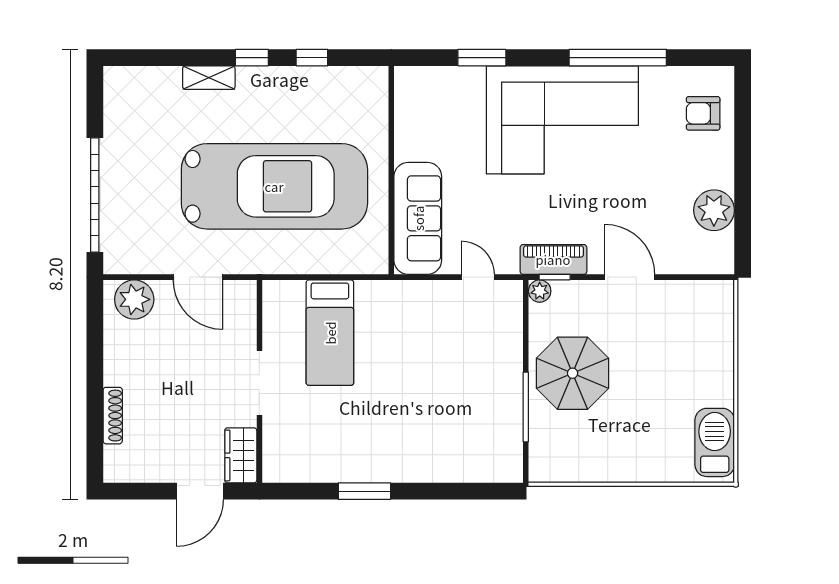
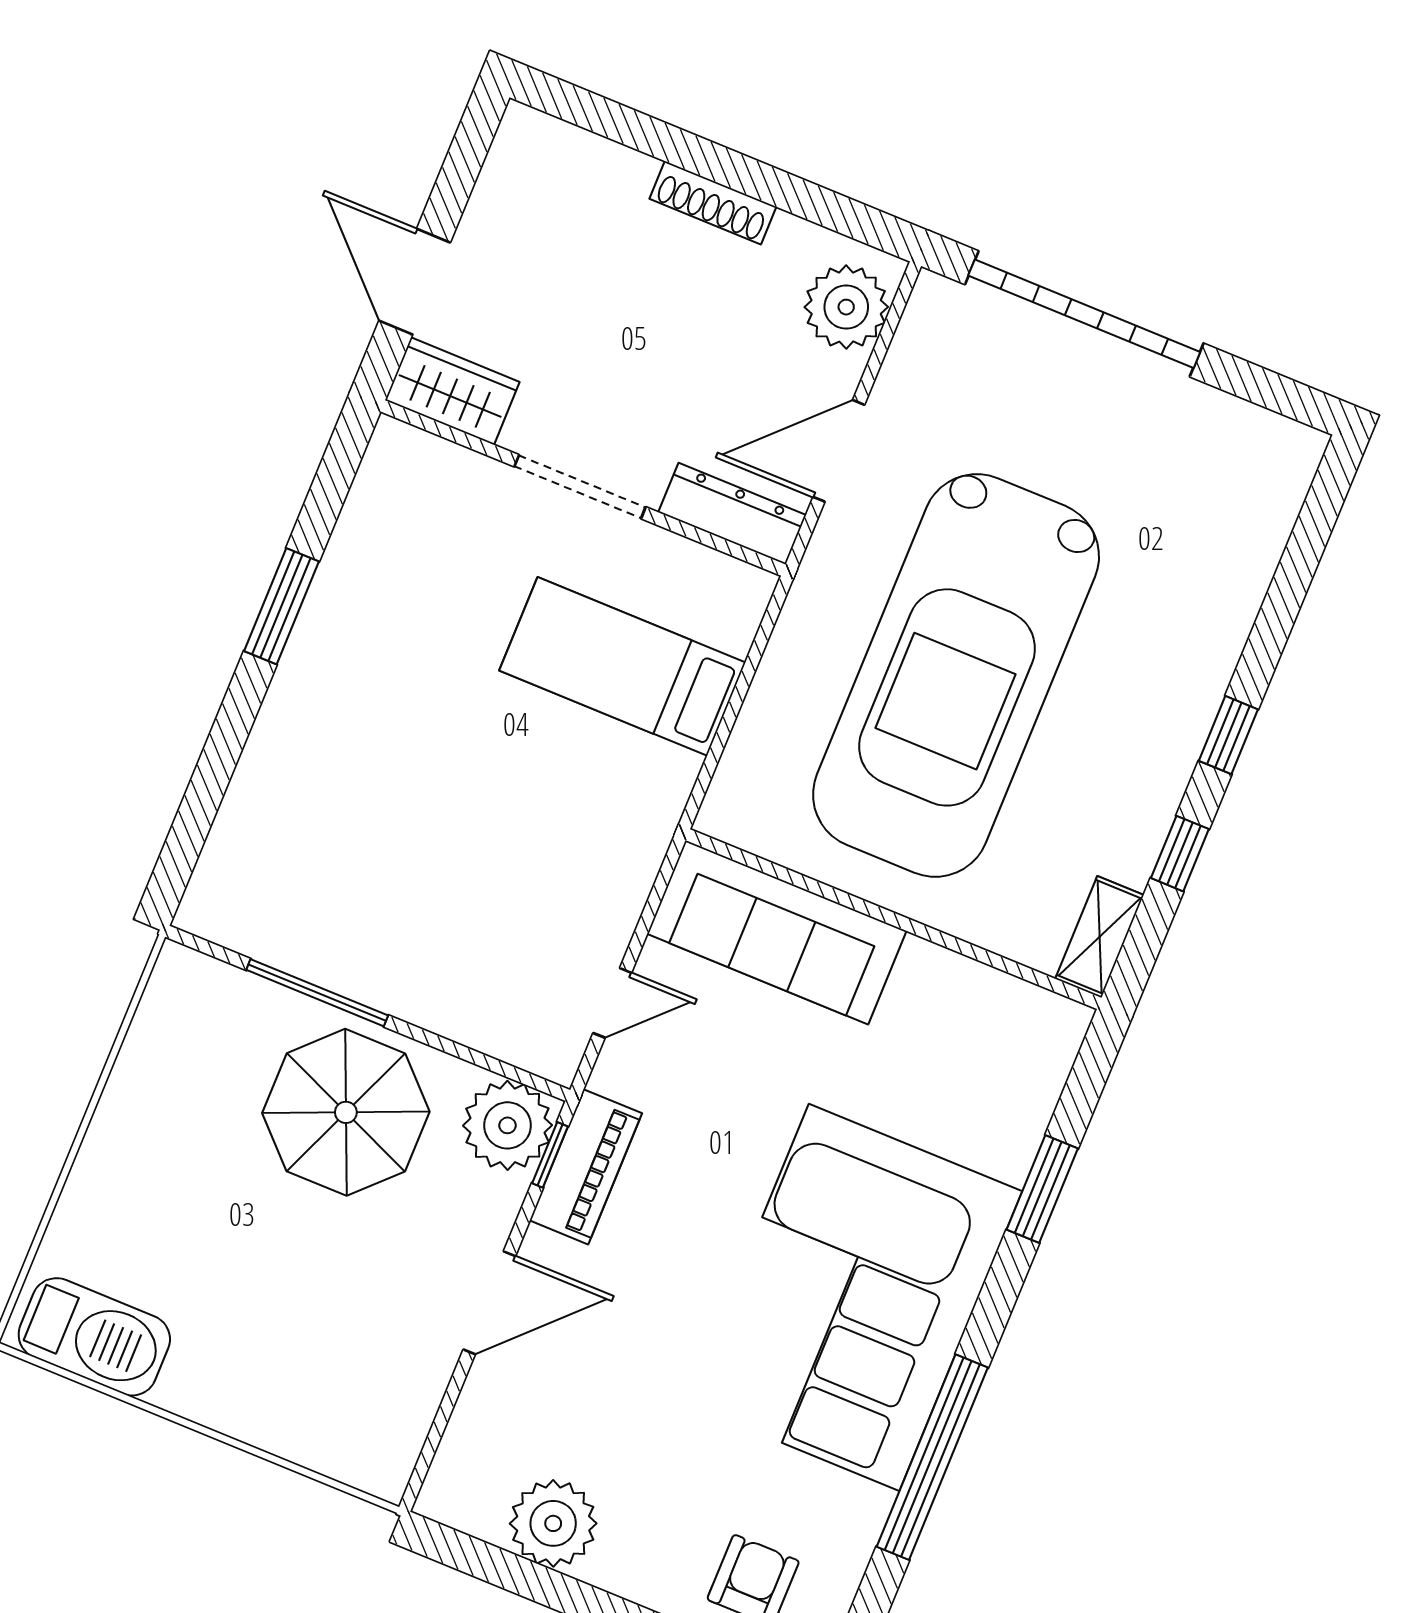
shelving: (209, 78) -> (1100, 937), moved
plant: (540, 291) -> (508, 1125), width x1.88, depth x1.88
dresser: (244, 312) -> (732, 514), added
shoe rack: (113, 416) -> (713, 203), moved

